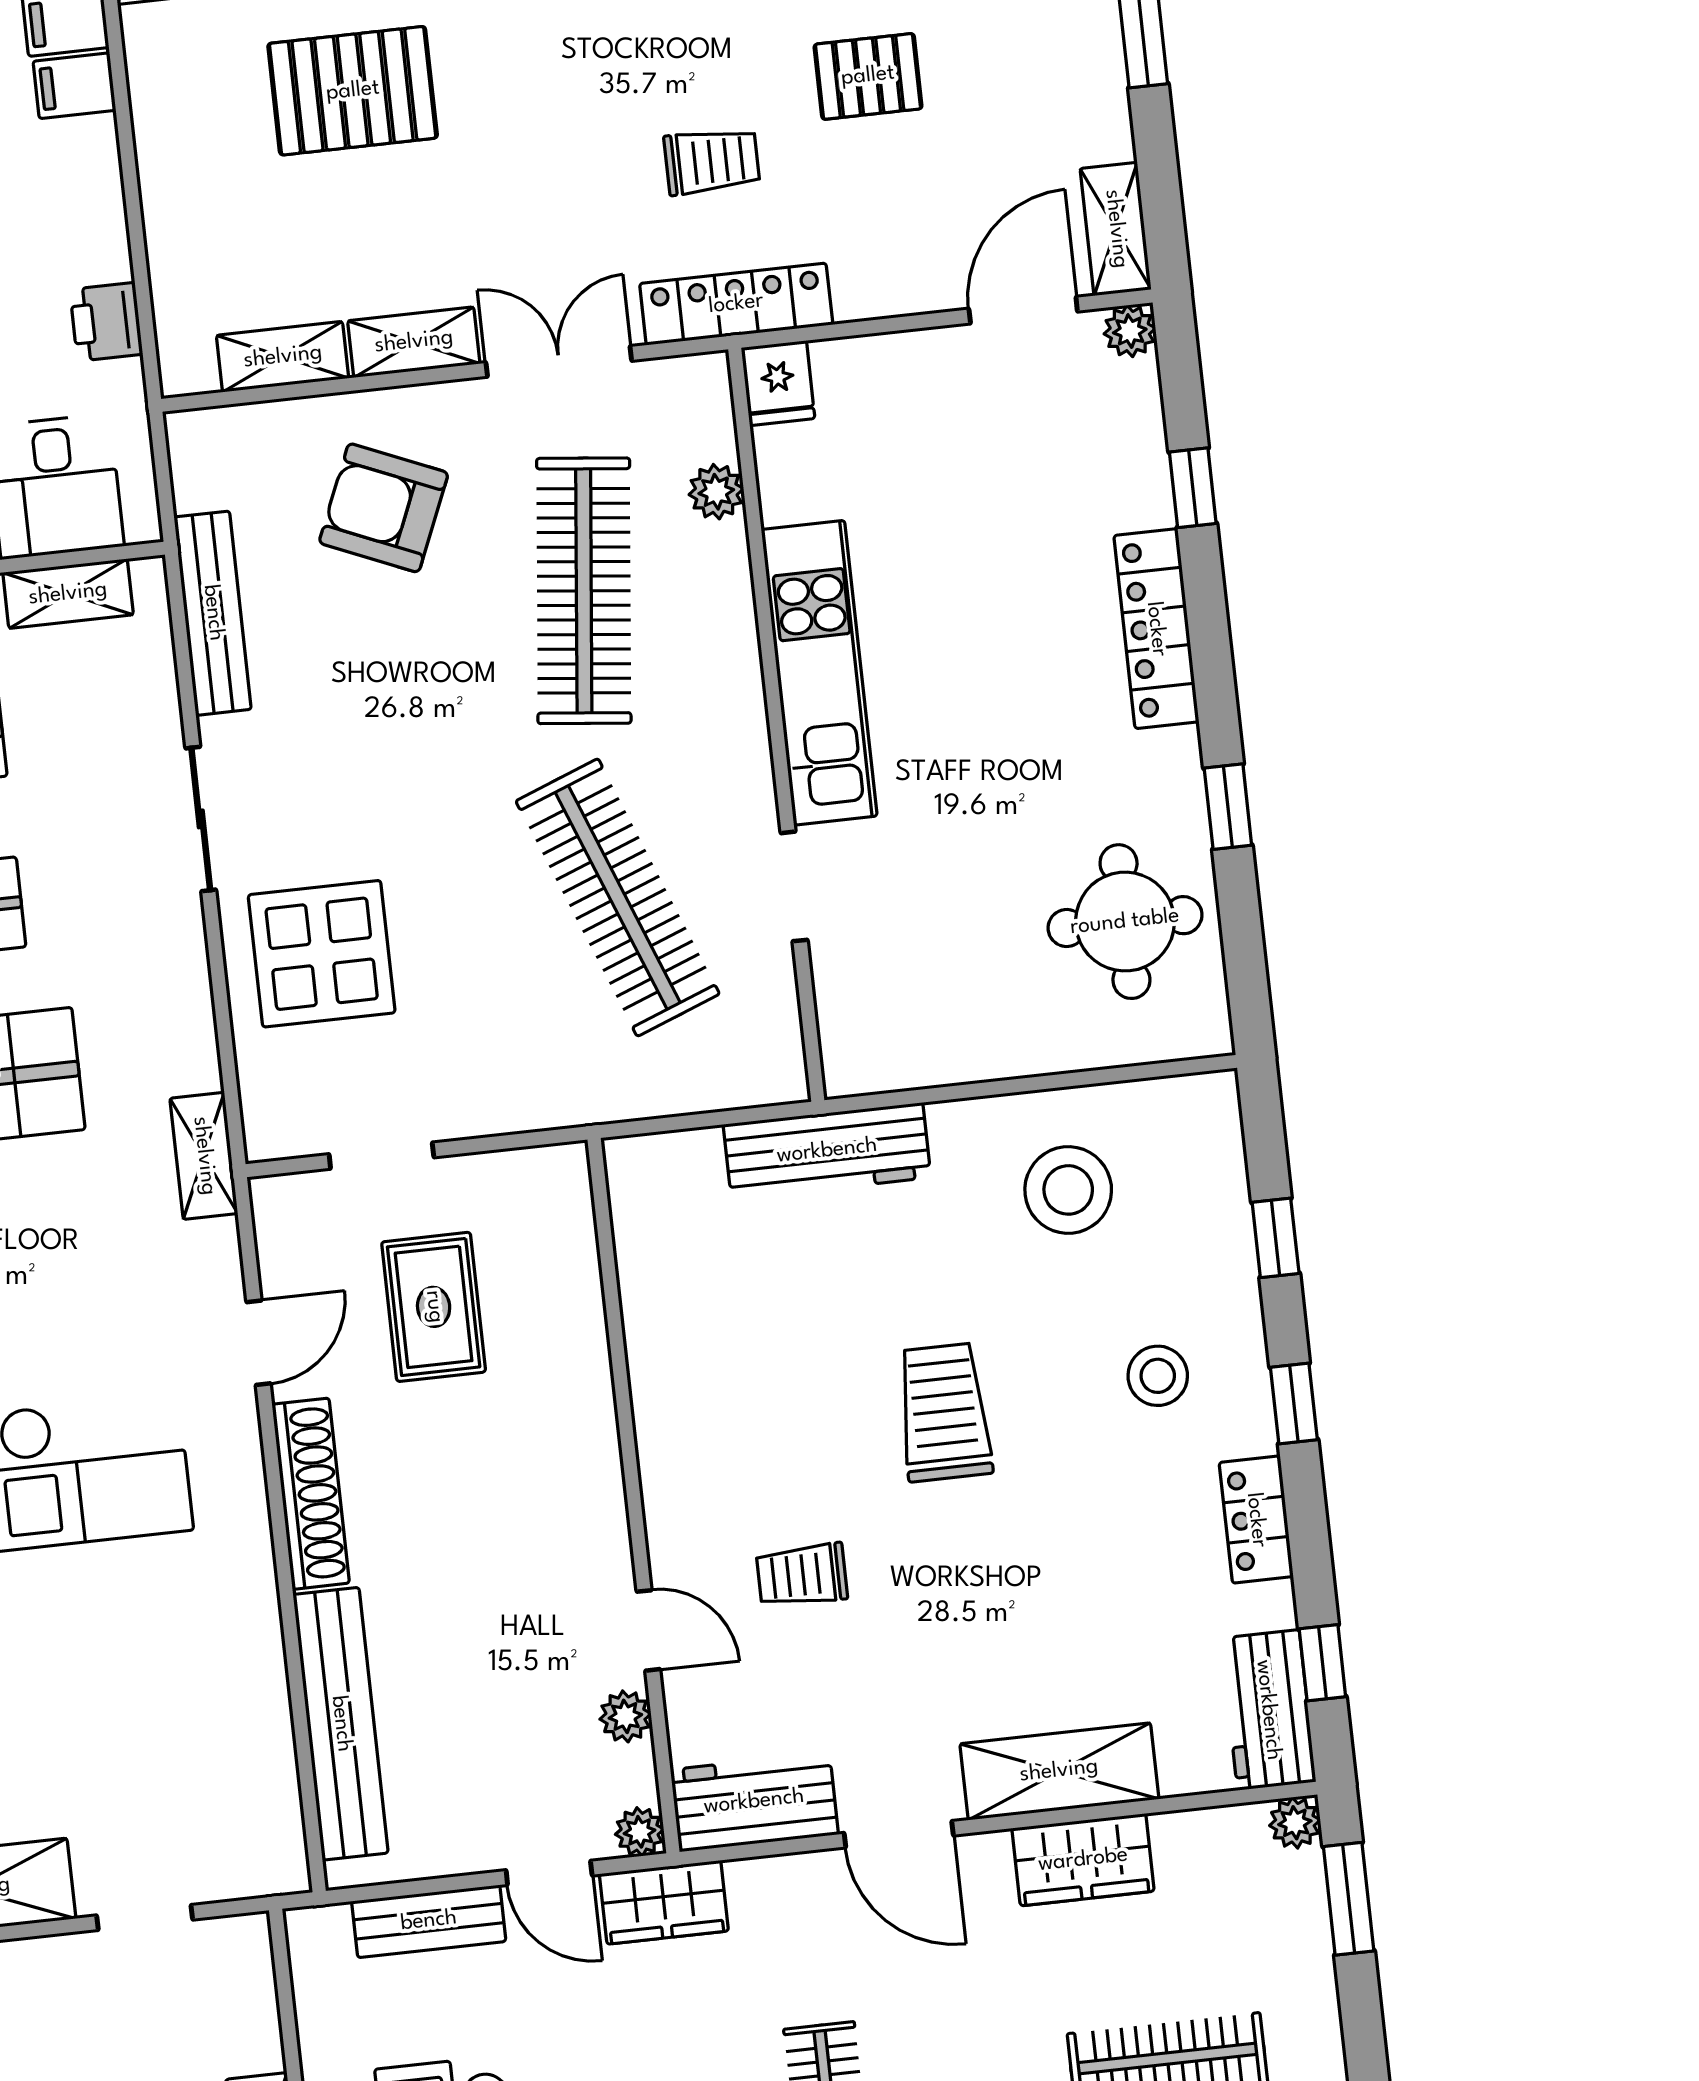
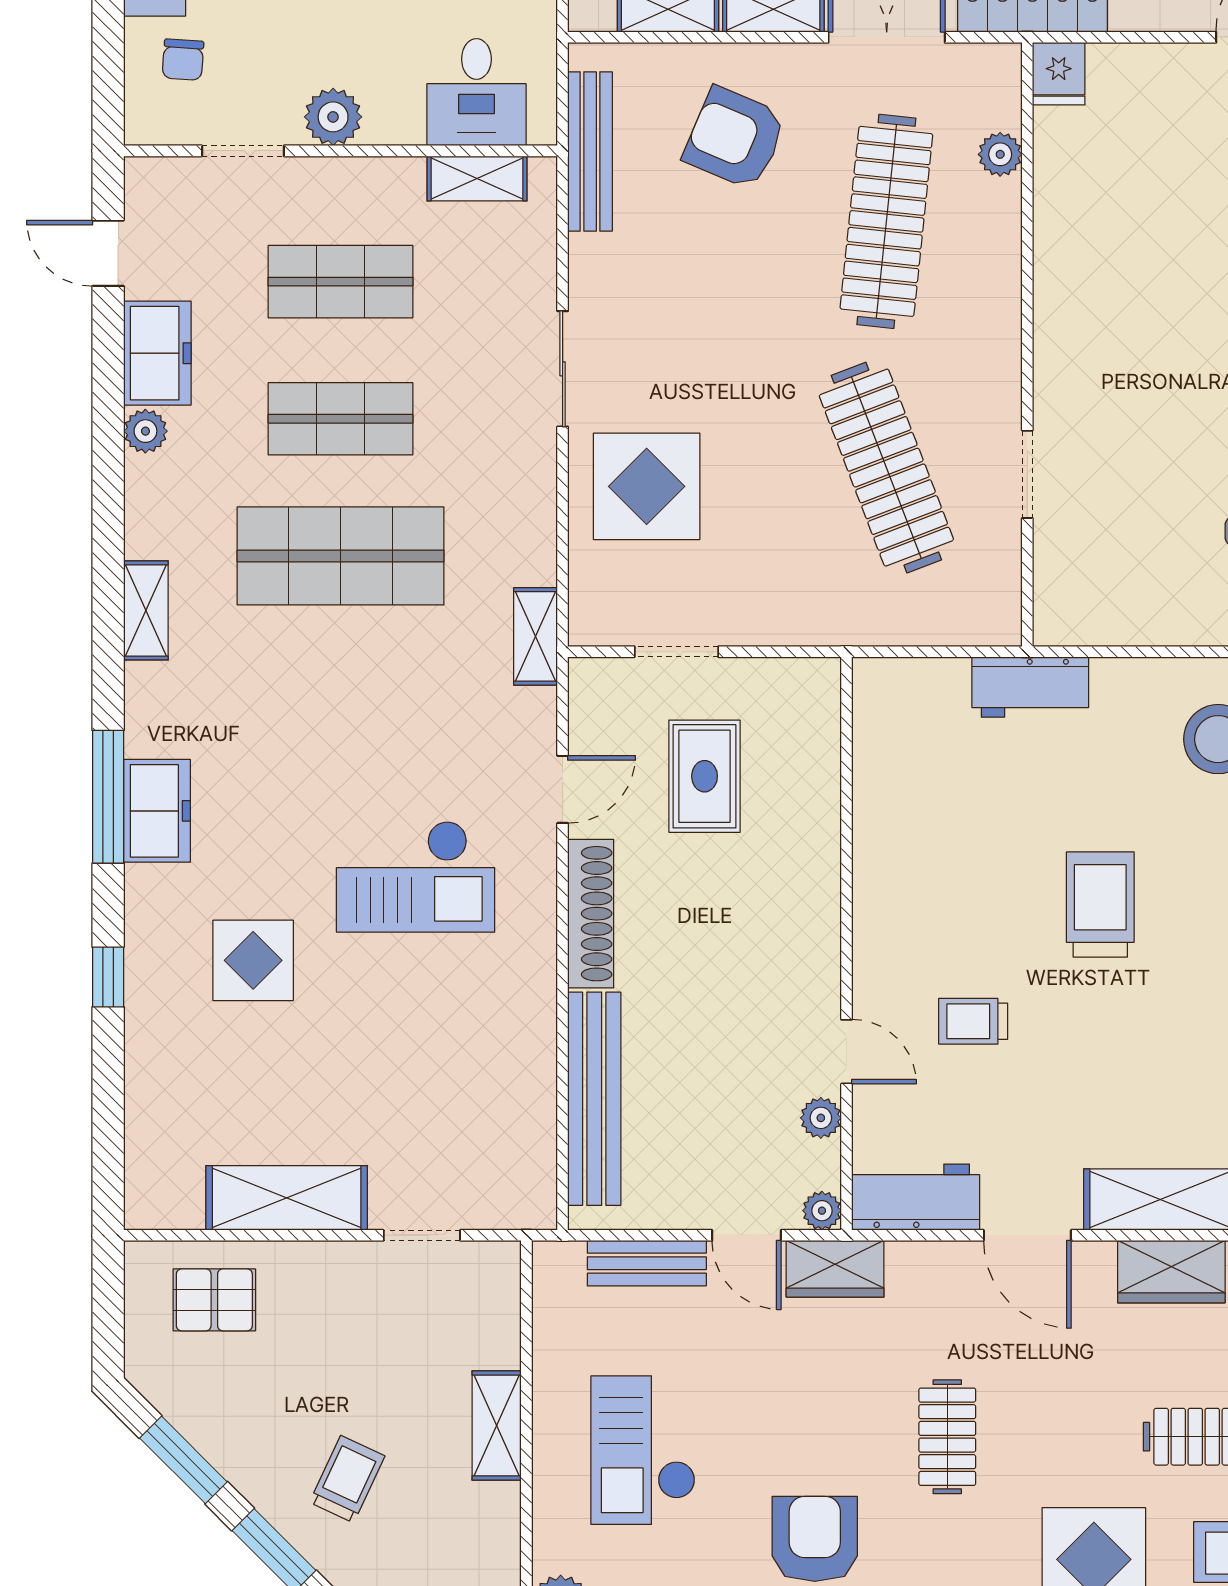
bench: (213, 613) -> (590, 152), moved
kitchen unit: (819, 673) -> (1066, 307), removed
workbench: (827, 1151) -> (1030, 687), width x0.73

